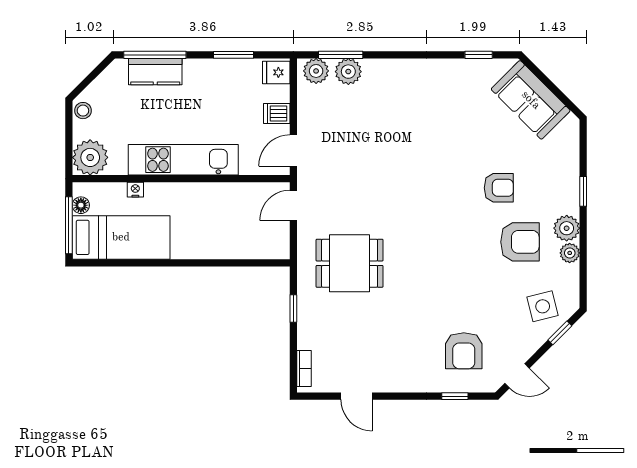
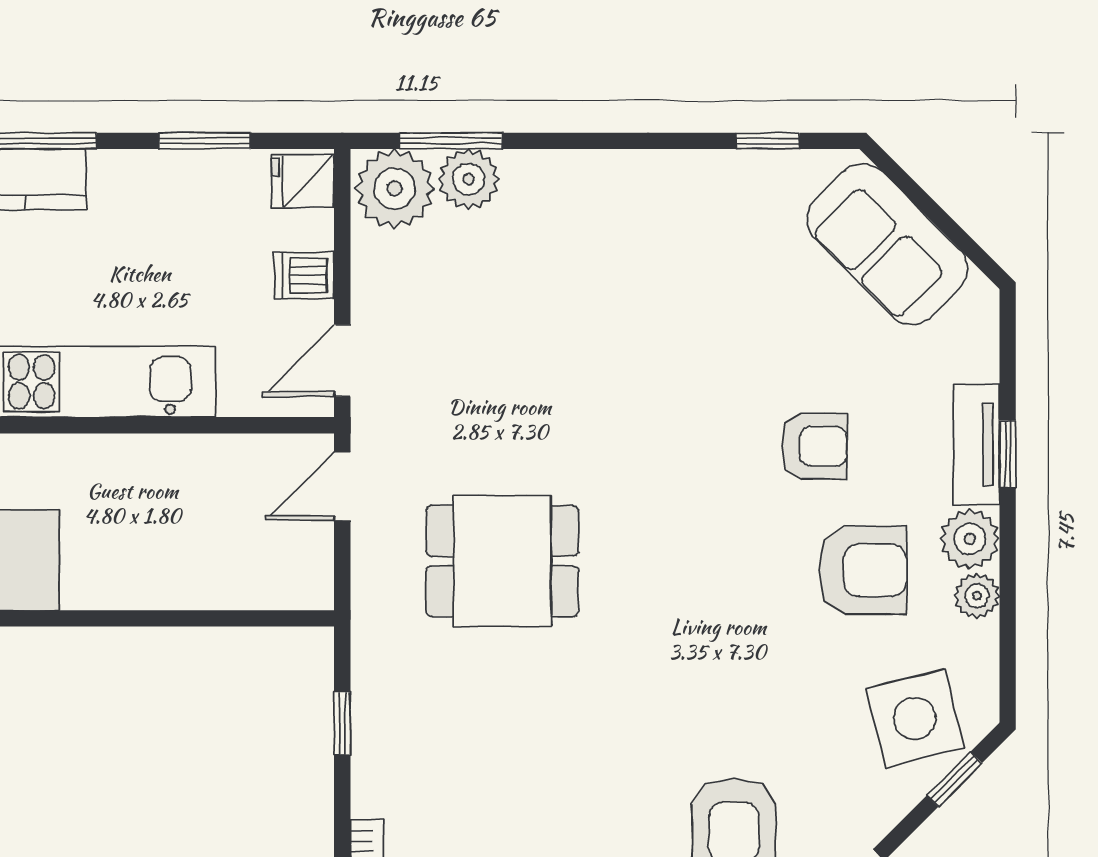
plant: (316, 71) -> (395, 188), width x1.36, depth x1.36
tv unit: (570, 187) -> (976, 444), added
dining table: (350, 263) -> (502, 561), moved
side table: (543, 306) -> (915, 718), width x1.37, depth x1.37

